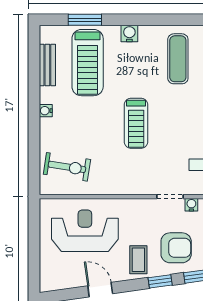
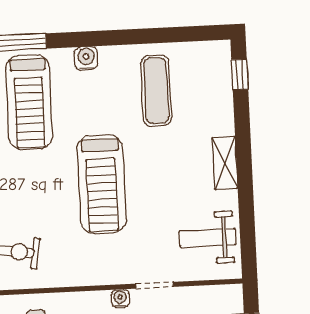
treadmill: (136, 123) -> (102, 184), width x1.37, depth x1.38
water cooler: (191, 205) -> (120, 298), moved

